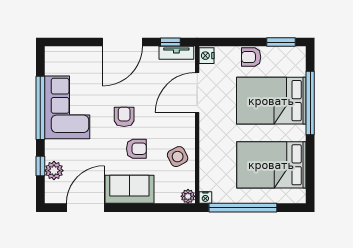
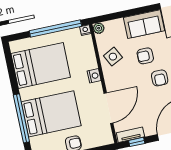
nightstand: (207, 56) -> (94, 76), moved

